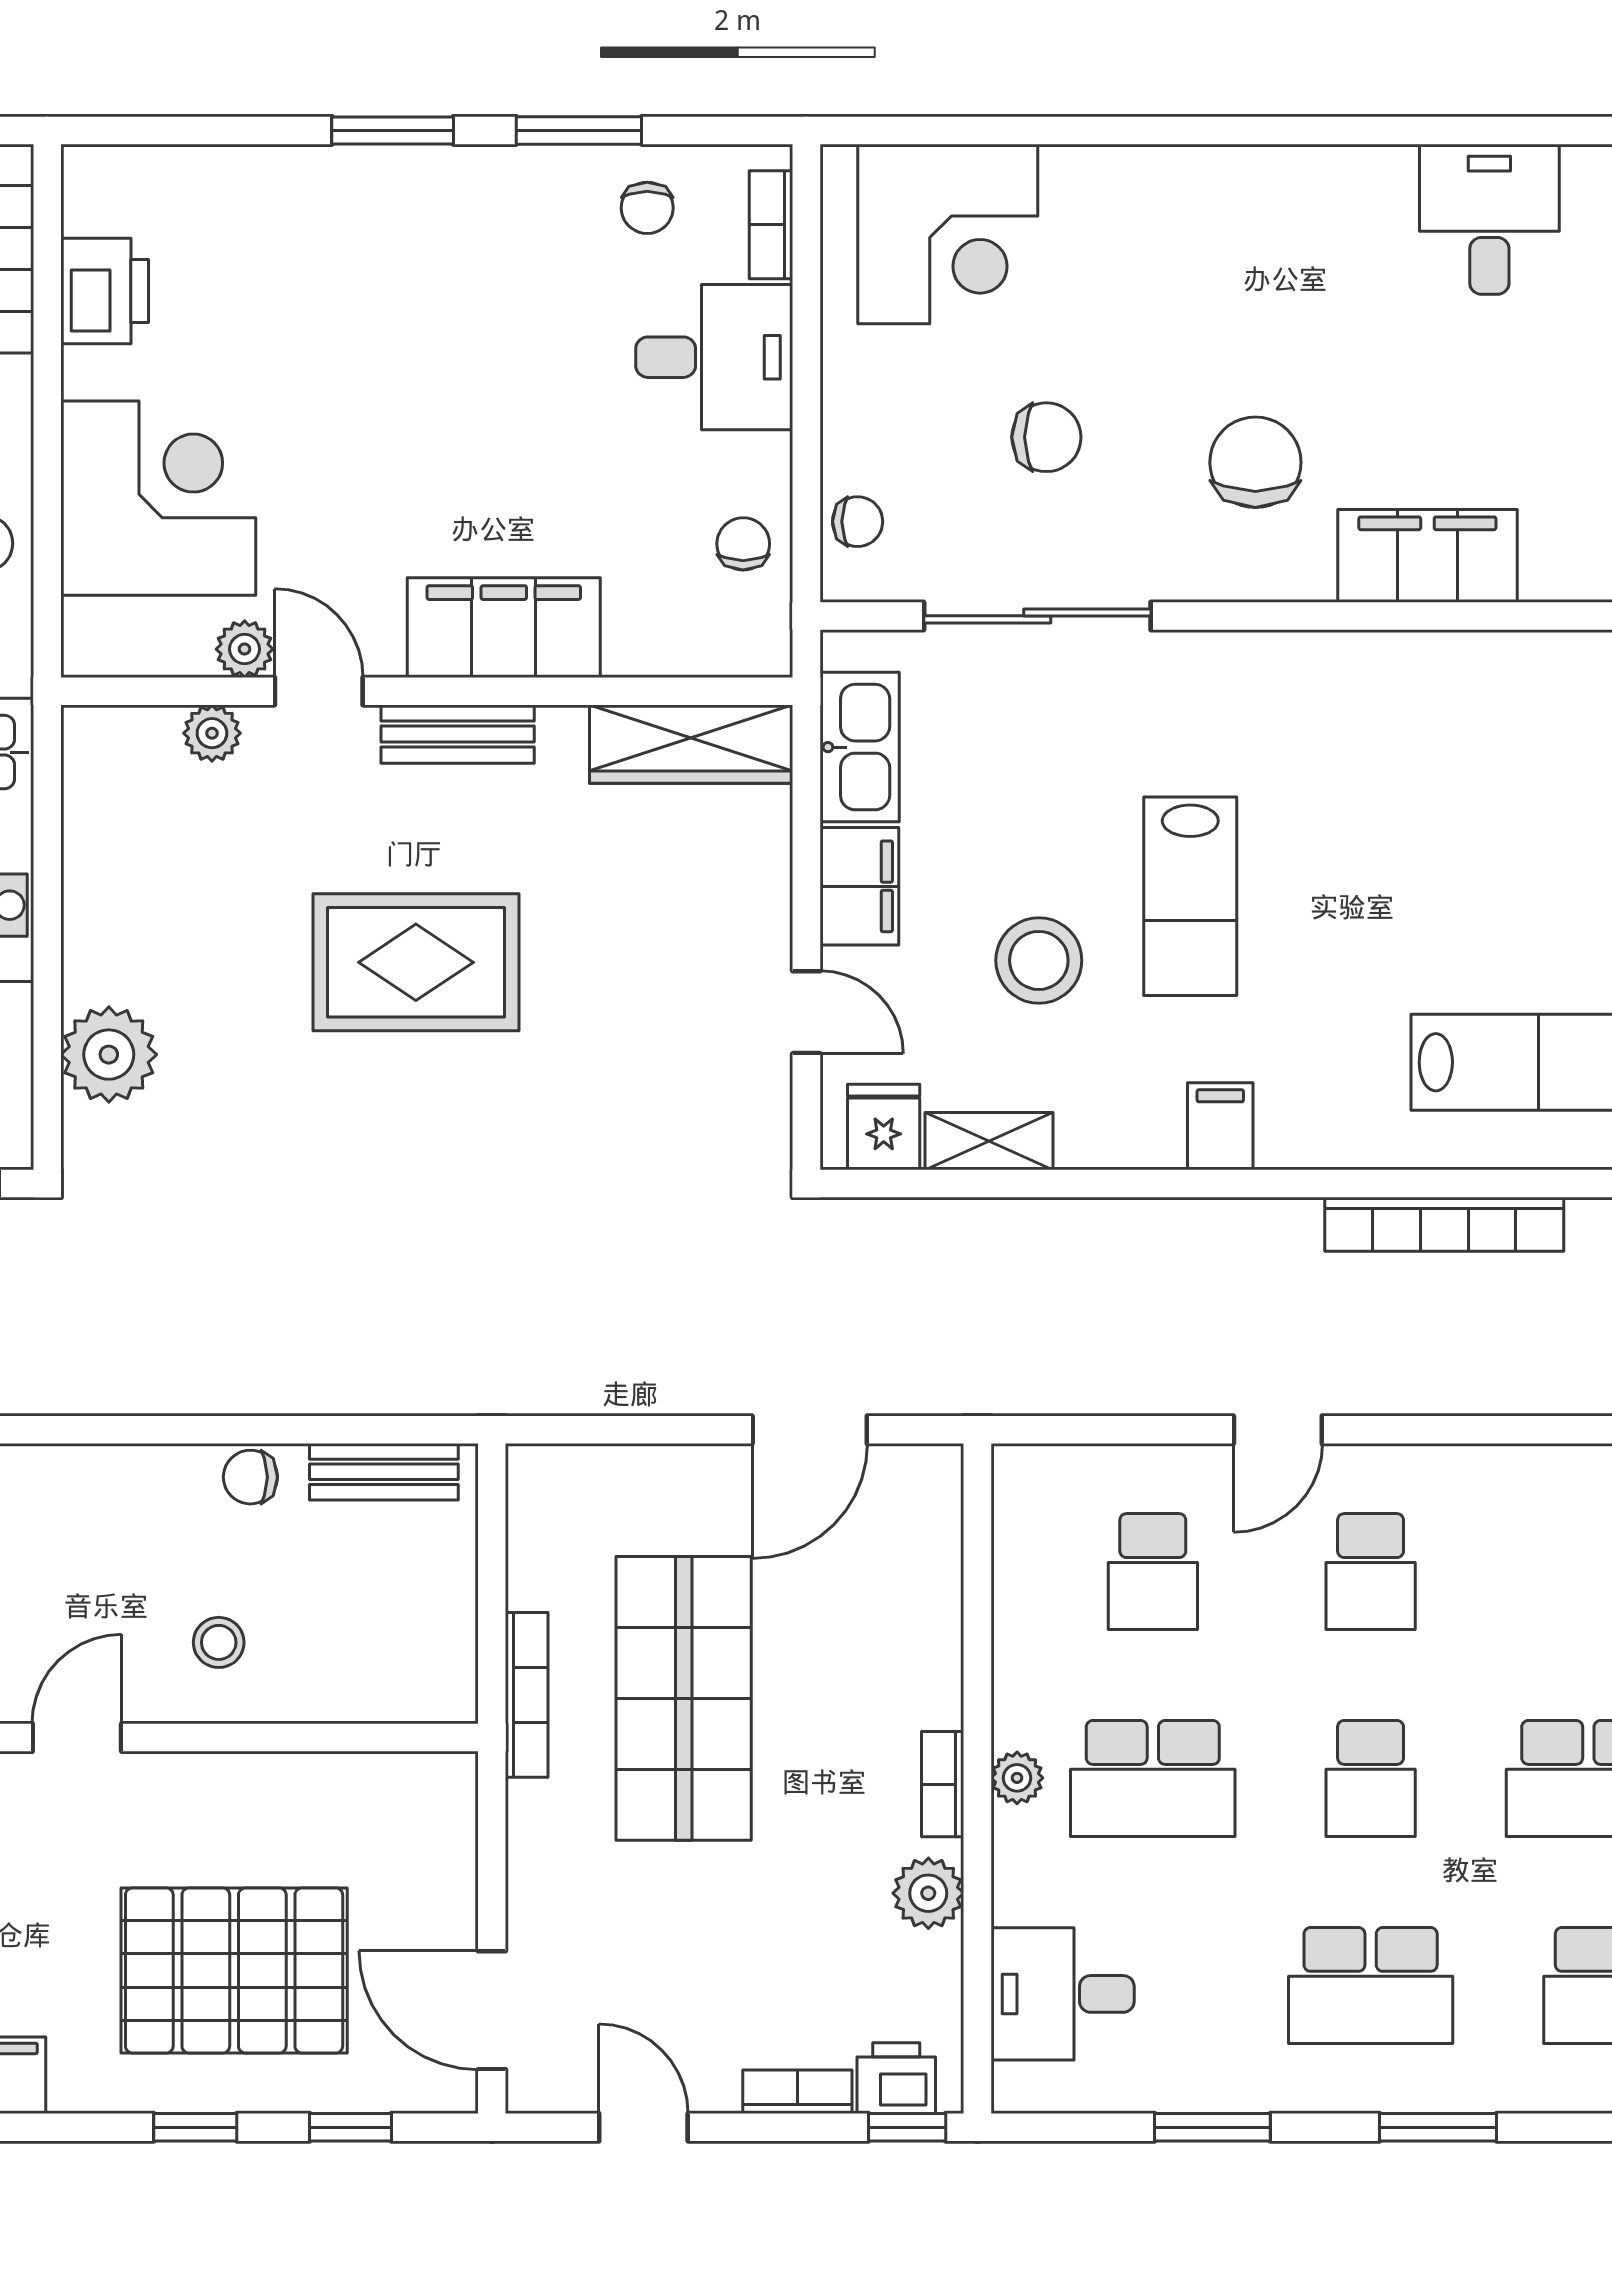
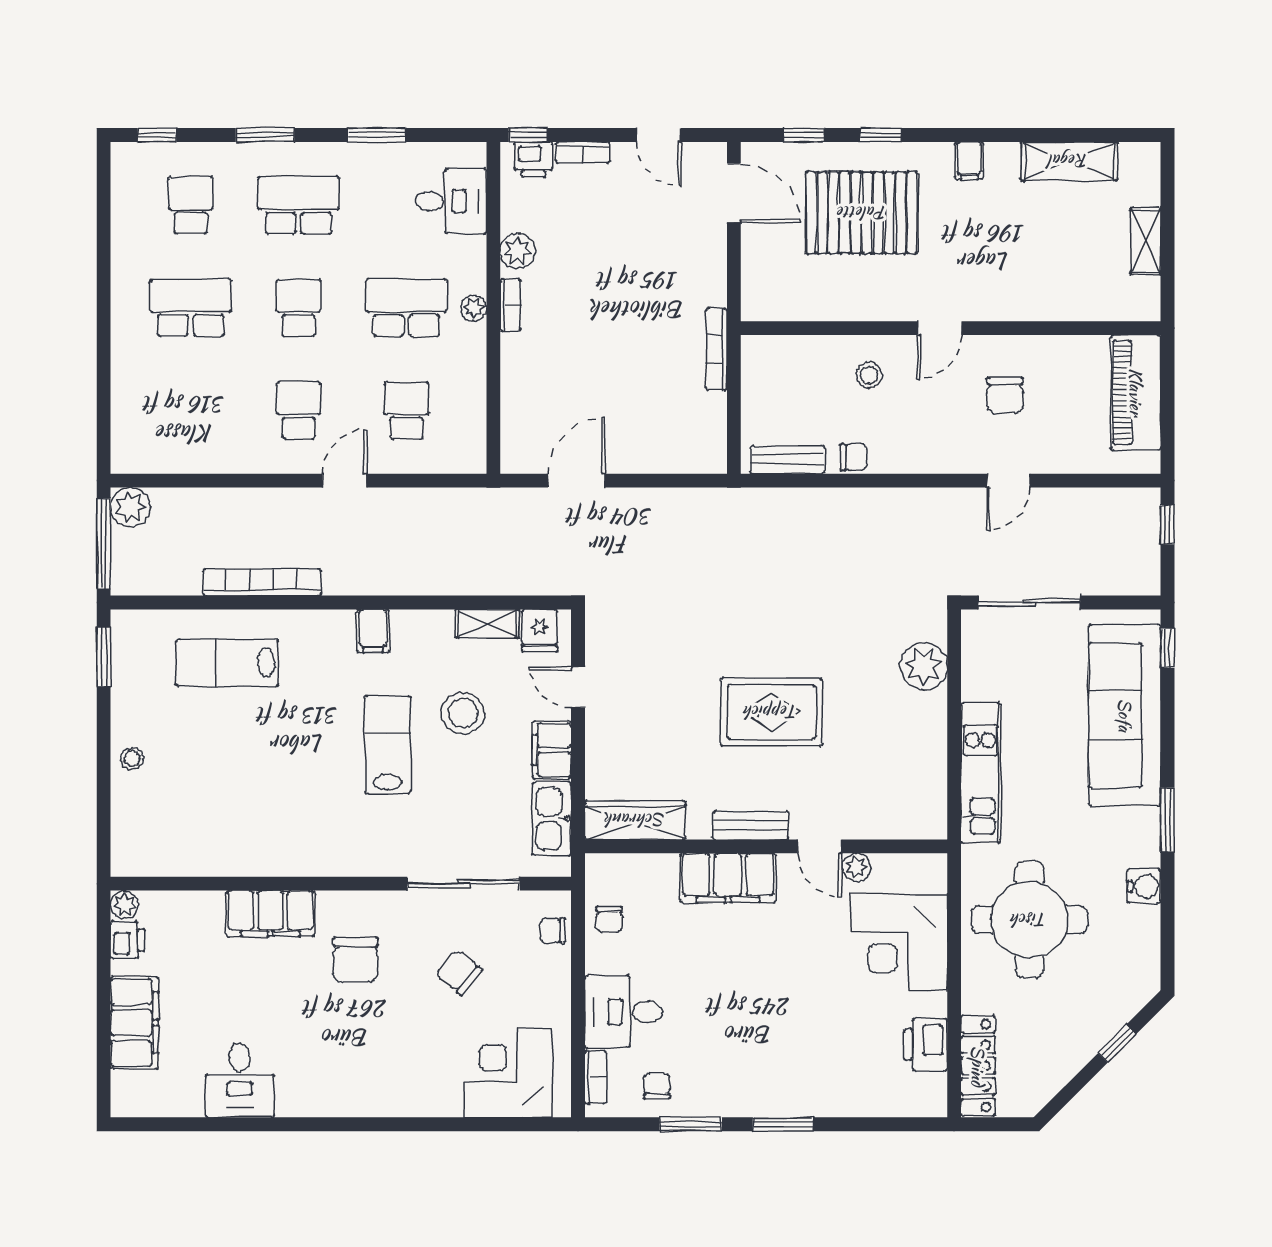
chair: (1046, 437) -> (459, 972), turned 40
plant: (212, 733) -> (872, 826), removed
shop shelf: (684, 1698) -> (639, 347), removed

